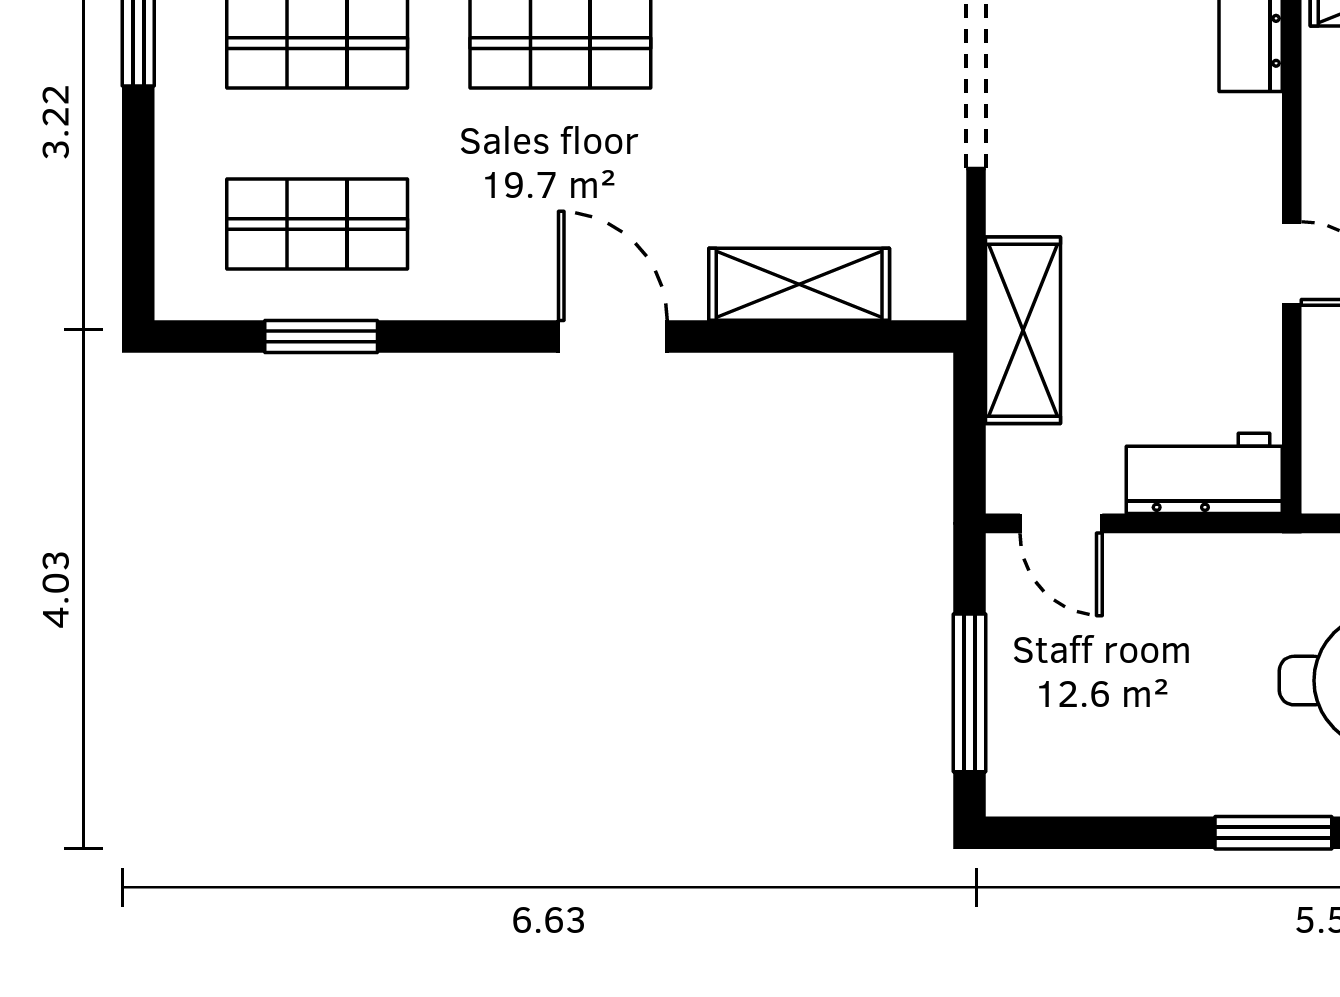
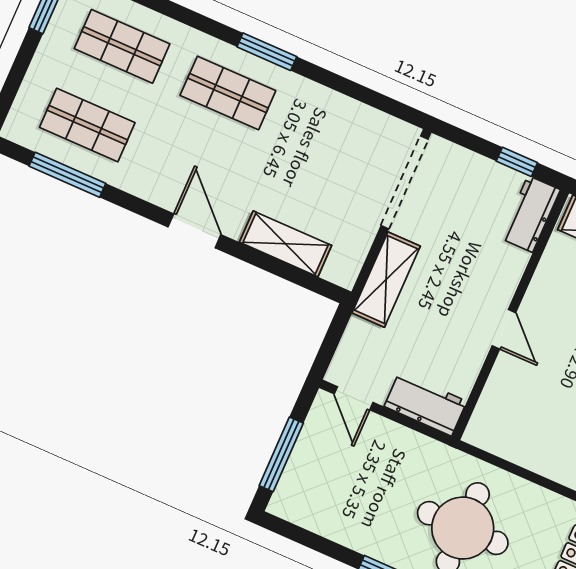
shelving: (1023, 330) -> (386, 280), moved
window: (321, 336) -> (67, 175), width x1.44

